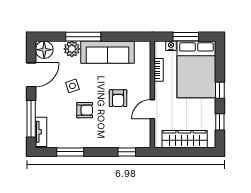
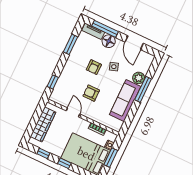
floor lamp: (44, 50) -> (109, 41), moved

